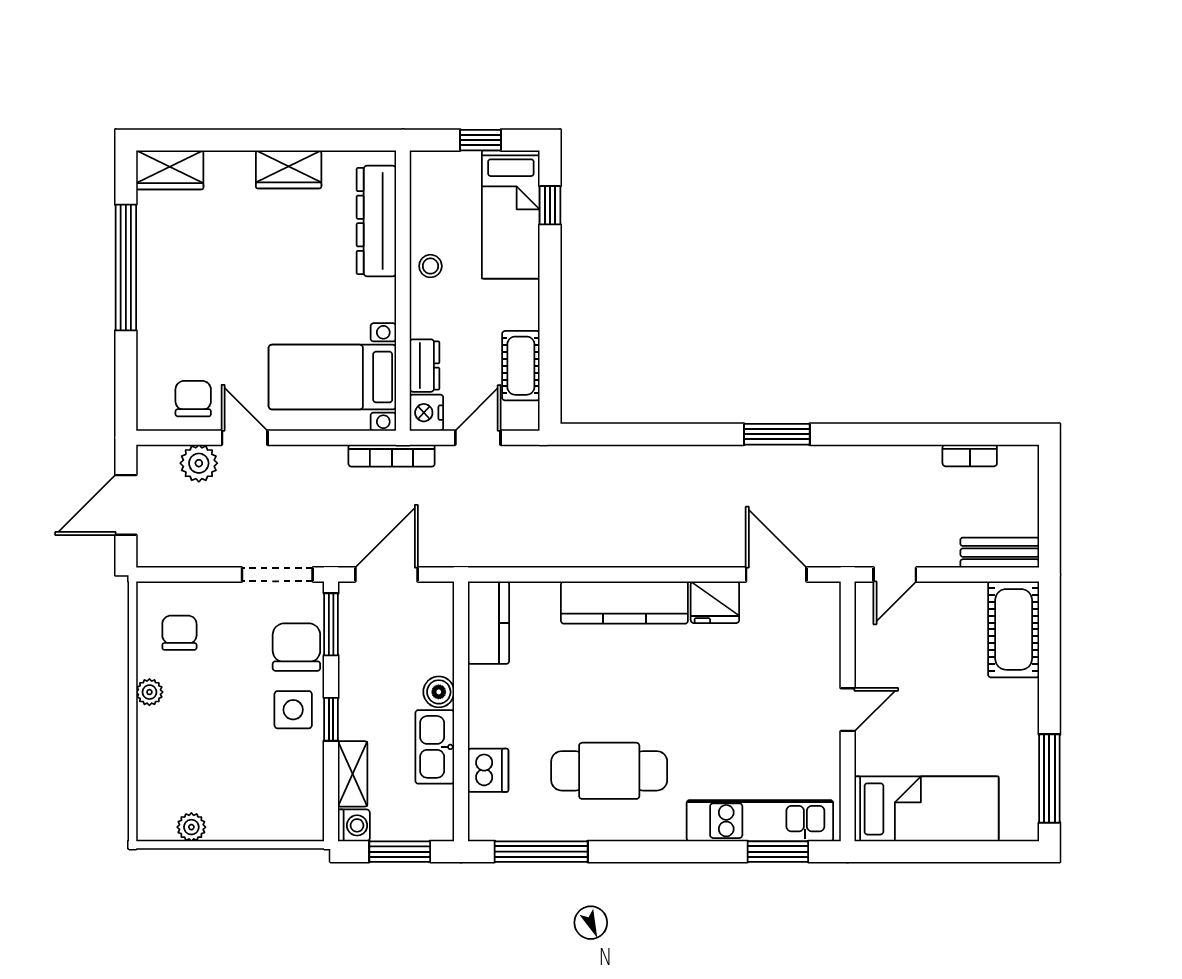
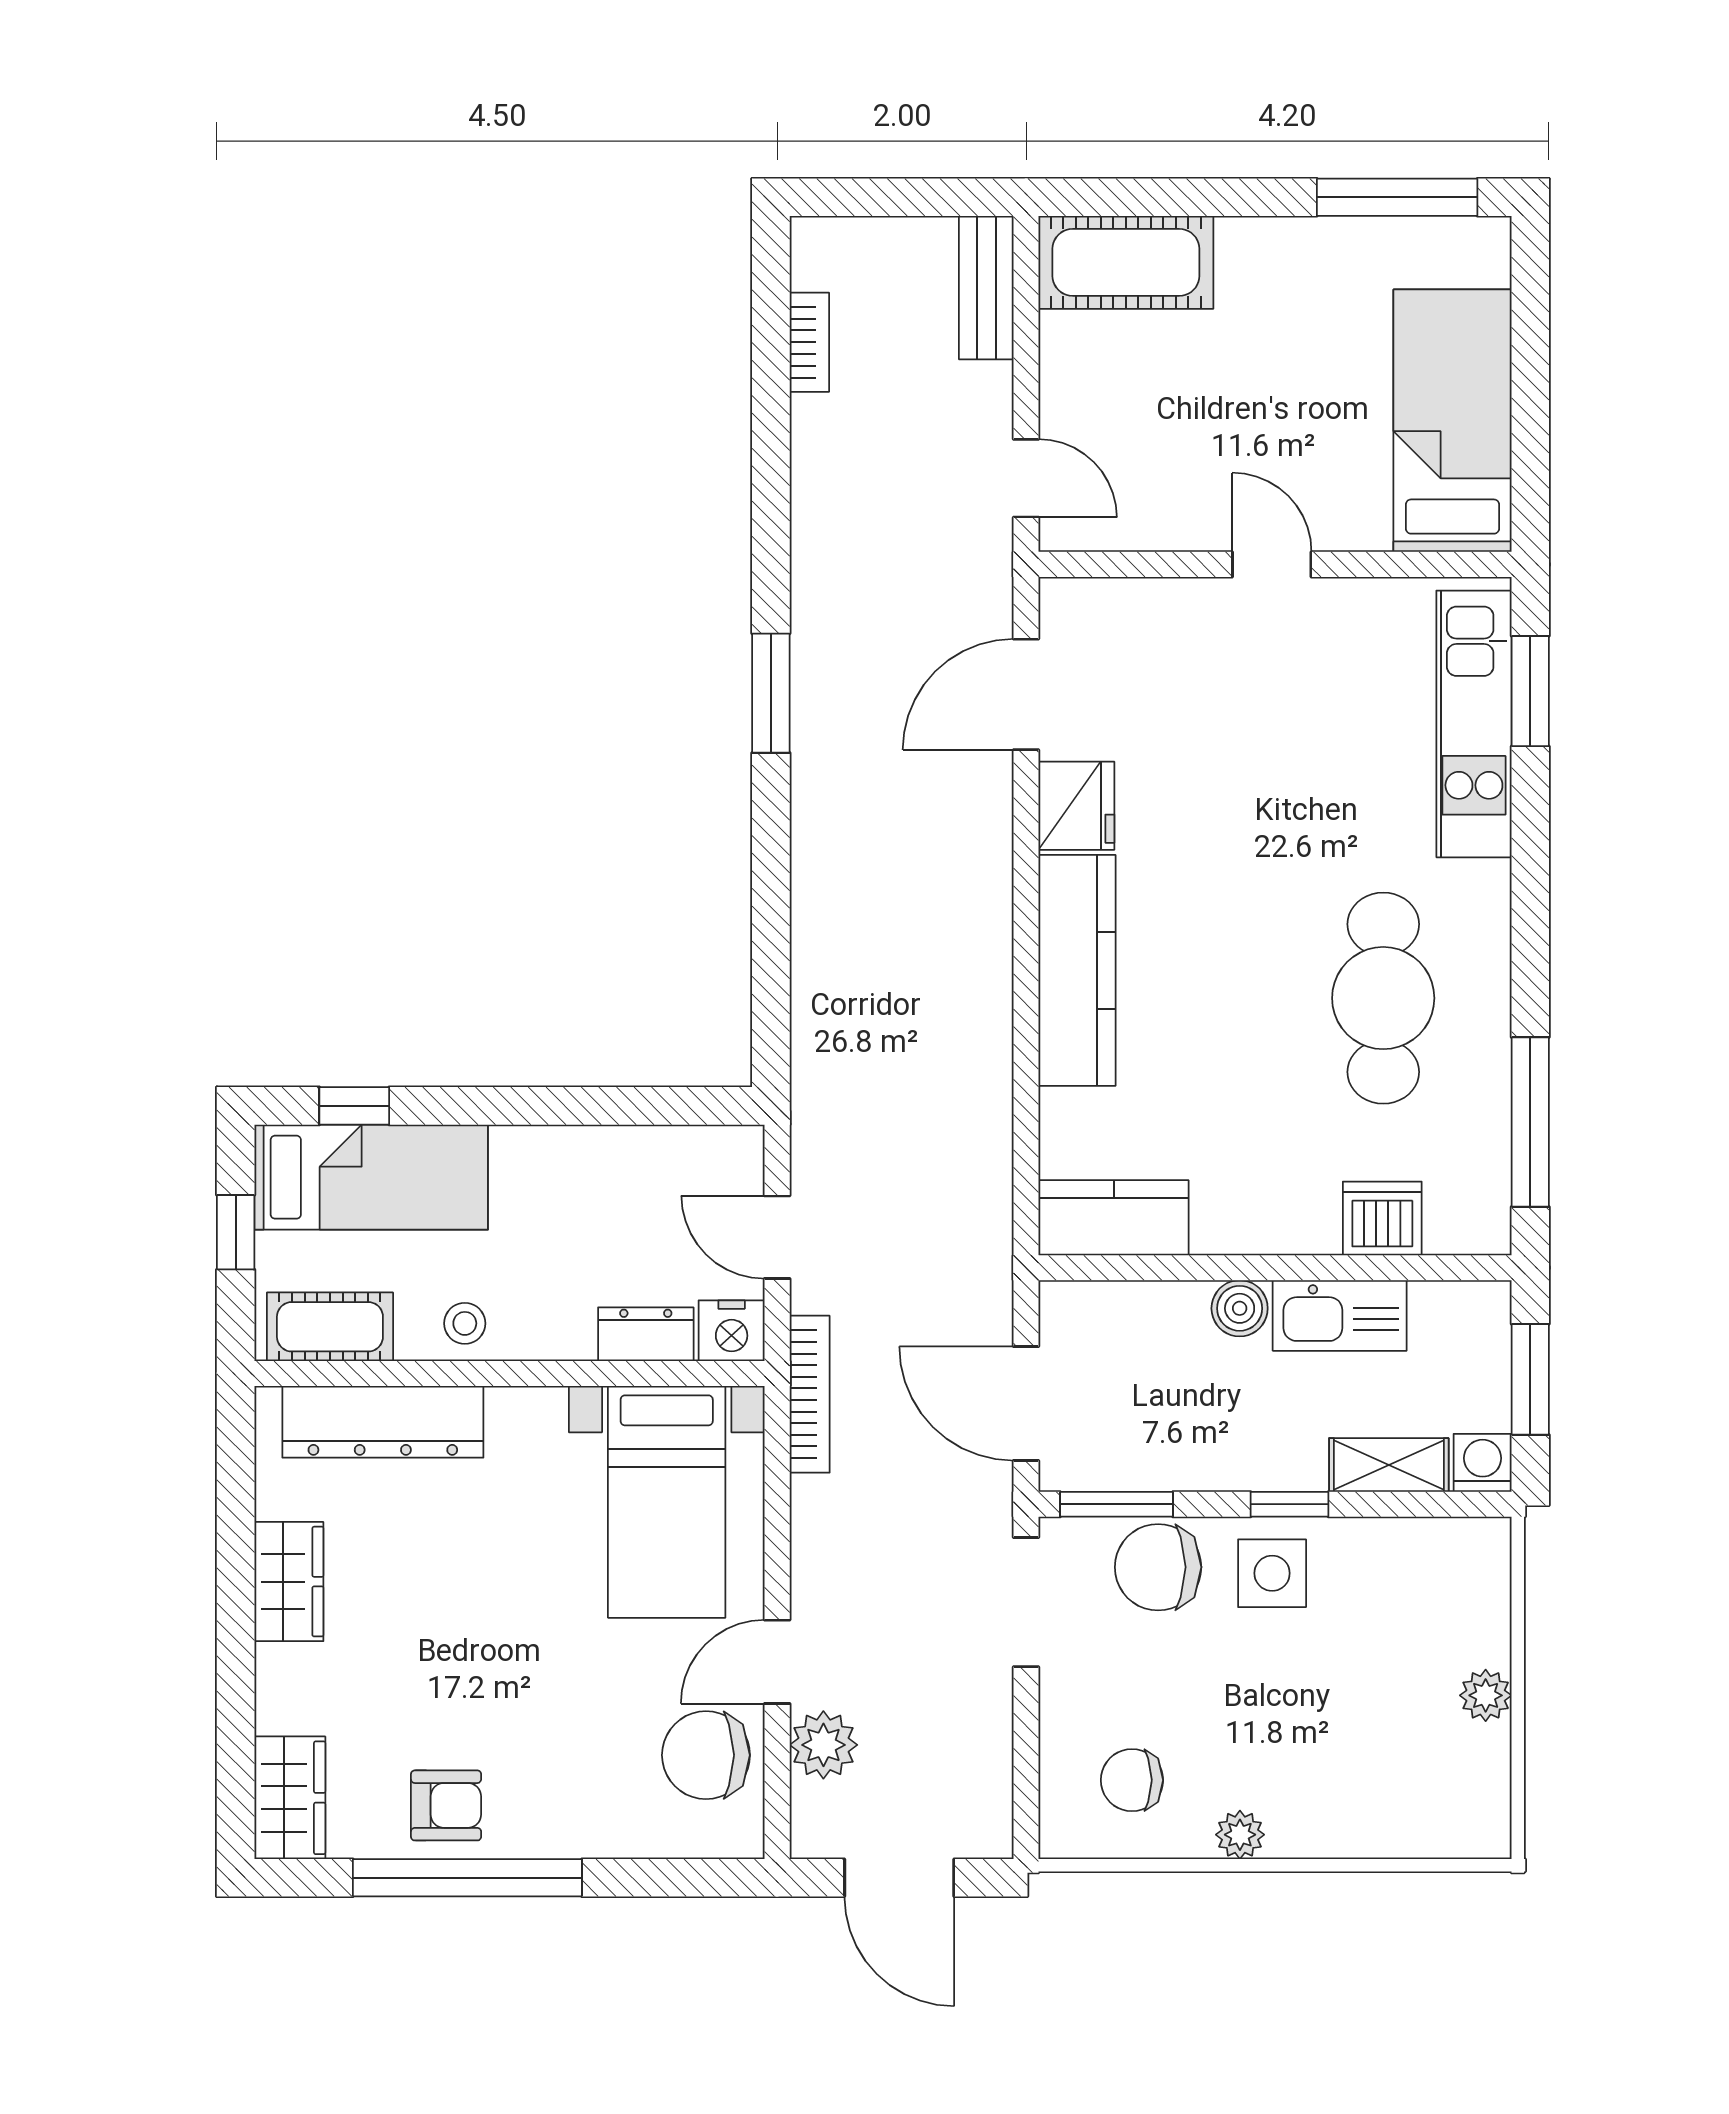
armchair: (166, 256) -> (446, 1805), added
cot: (521, 366) -> (330, 1327), moved
chair: (193, 399) -> (706, 1755), width x1.37, depth x1.37
plant: (191, 827) -> (1486, 1695), moved

